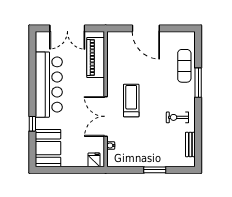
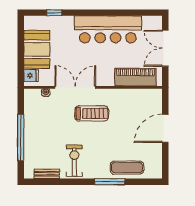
exercise bike: (177, 117) -> (74, 161), width x1.38, depth x1.39
window: (32, 124) -> (54, 13), moved
booth: (48, 148) -> (37, 49), moved, turned 90
window: (155, 170) -> (21, 137), width x2.11

